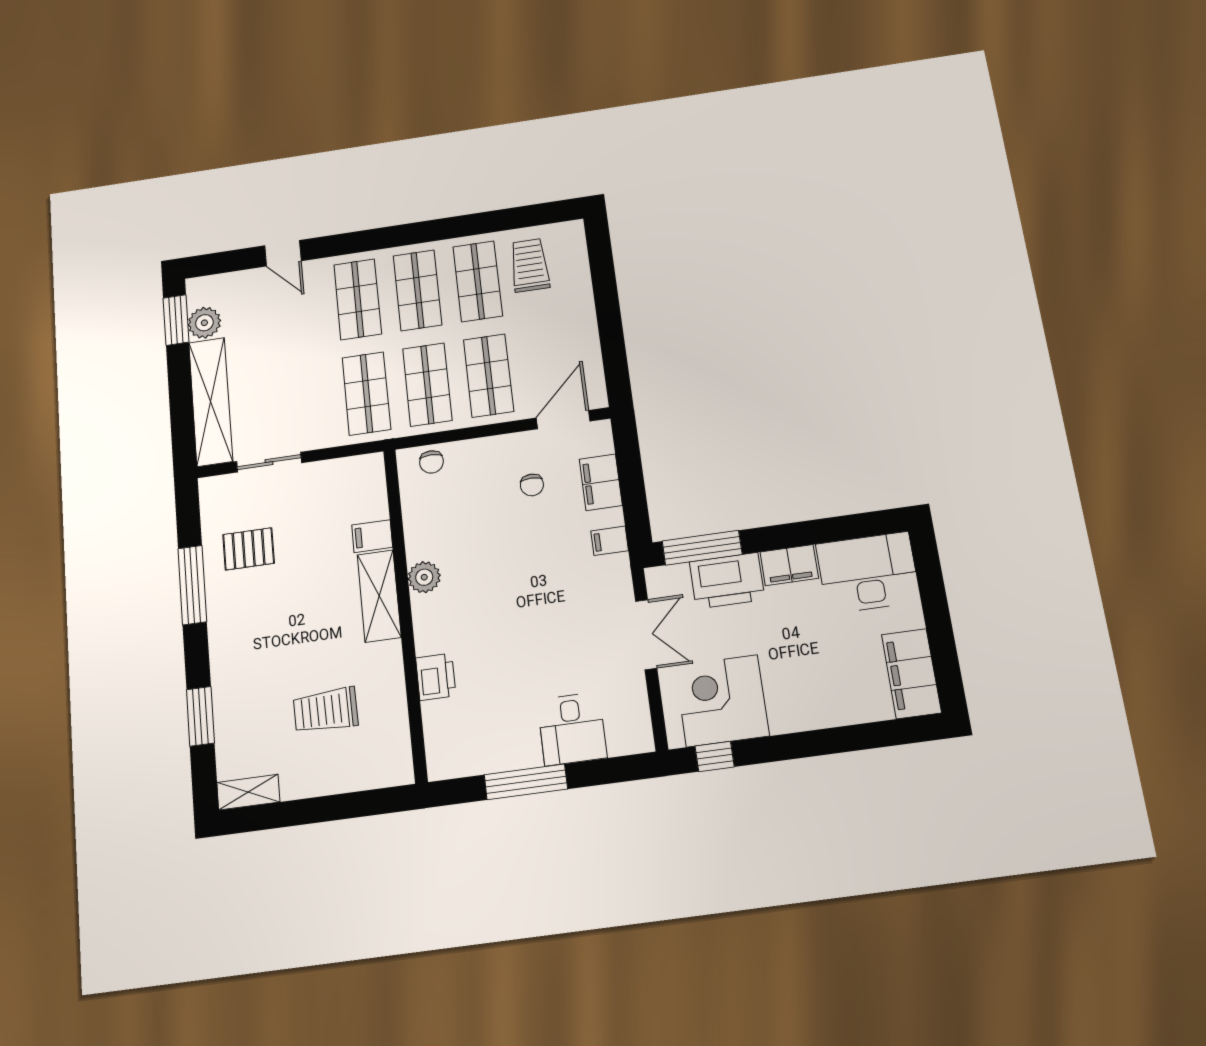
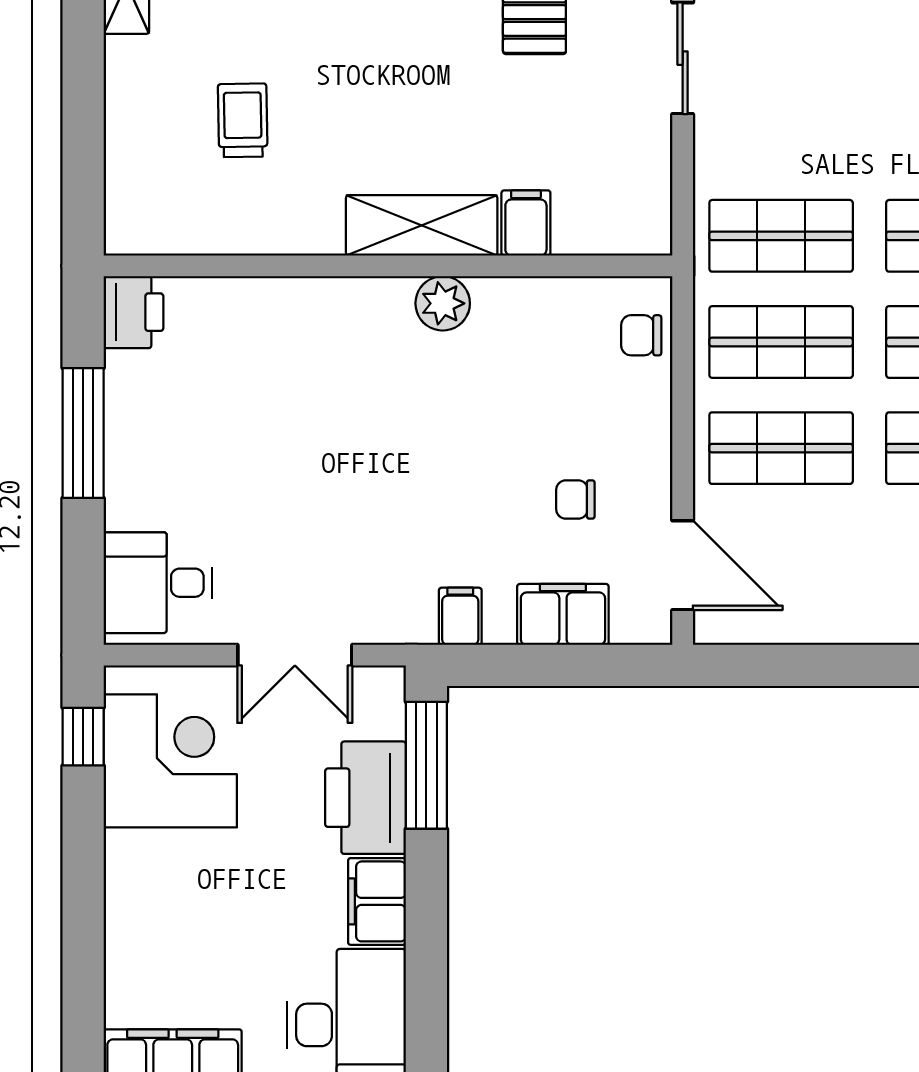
printer: (436, 677) -> (134, 312), moved, turned -90
trolley: (326, 710) -> (243, 120), width x0.73, depth x0.72
desk: (572, 729) -> (158, 583), moved

